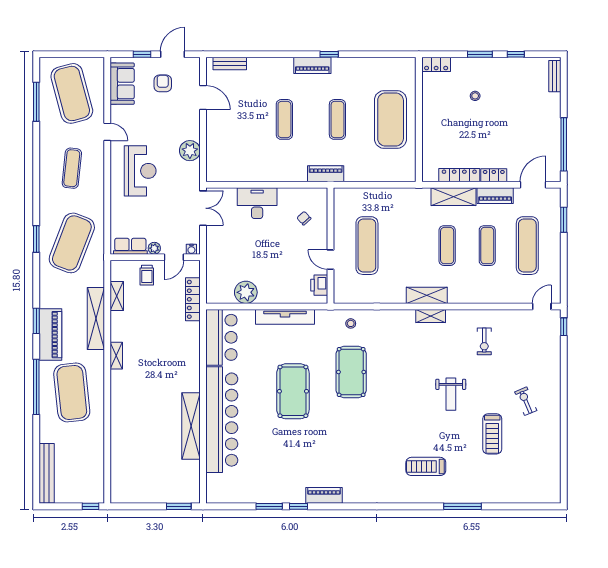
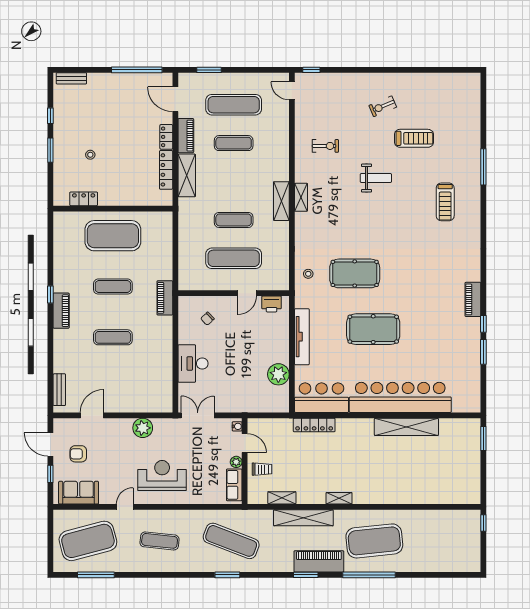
locker: (436, 64) -> (84, 199), moved, turned -90
exercise mat: (72, 243) -> (231, 541), width x0.68
exercise mat: (447, 246) -> (234, 220), moved
locker: (193, 299) -> (314, 425), moved
bench: (47, 473) -> (452, 565), removed

